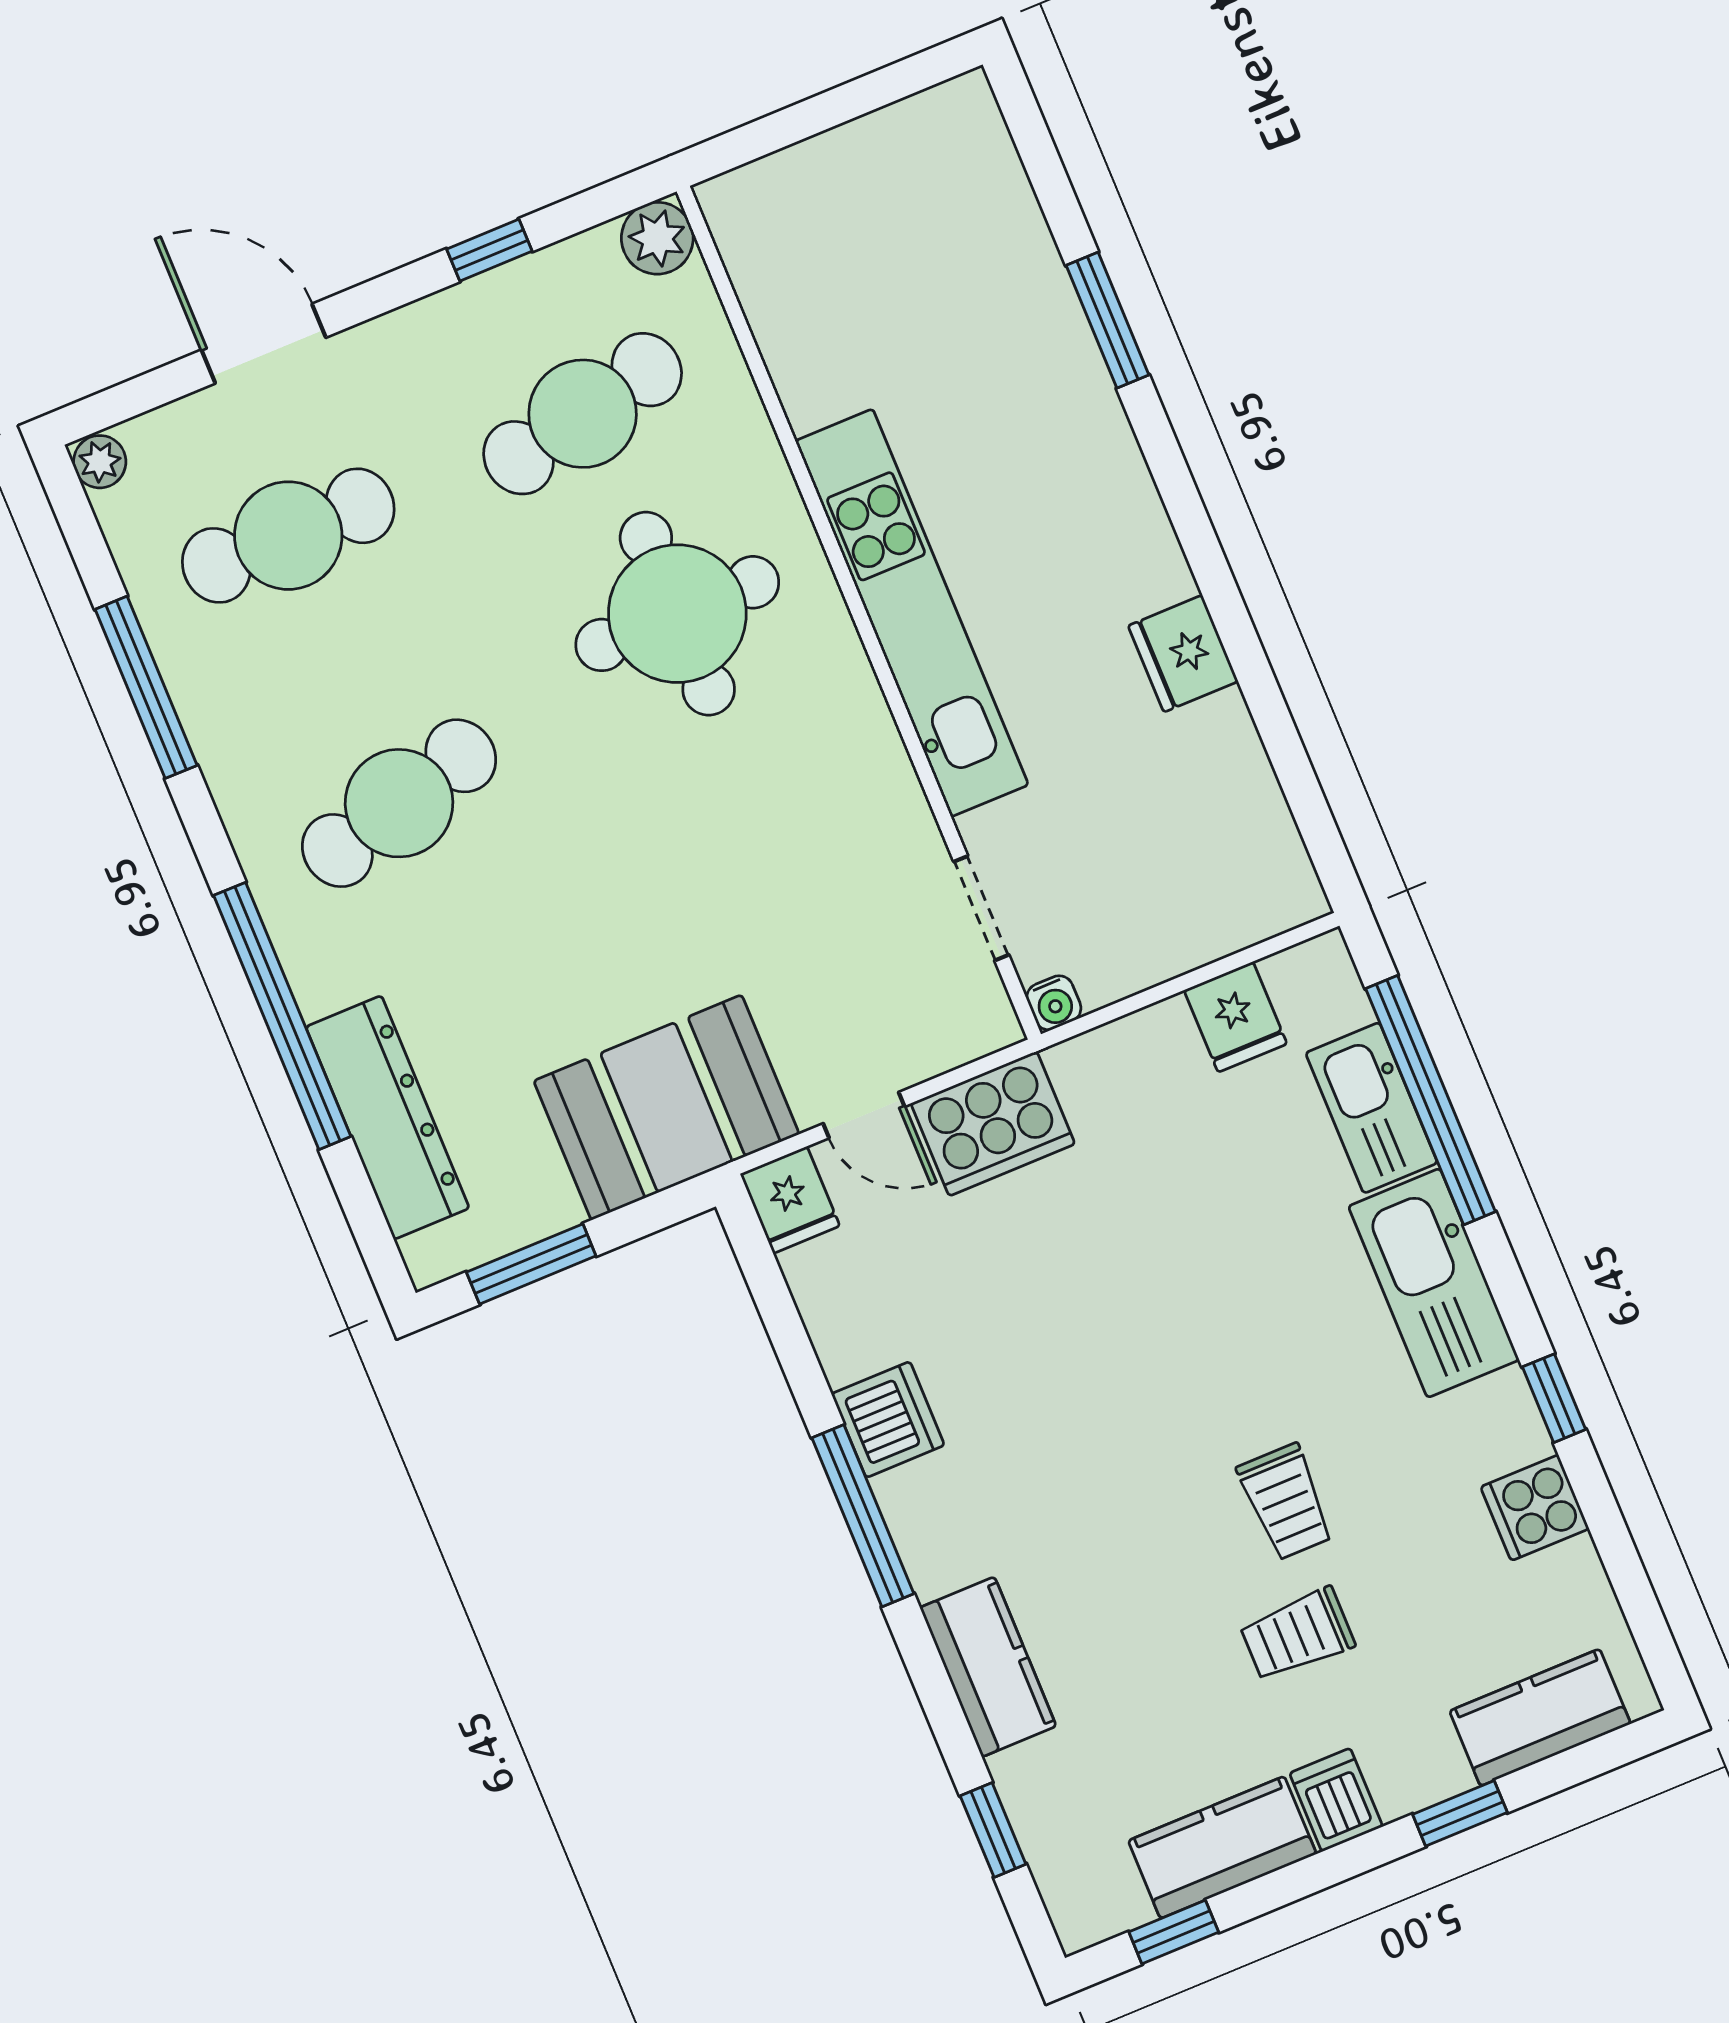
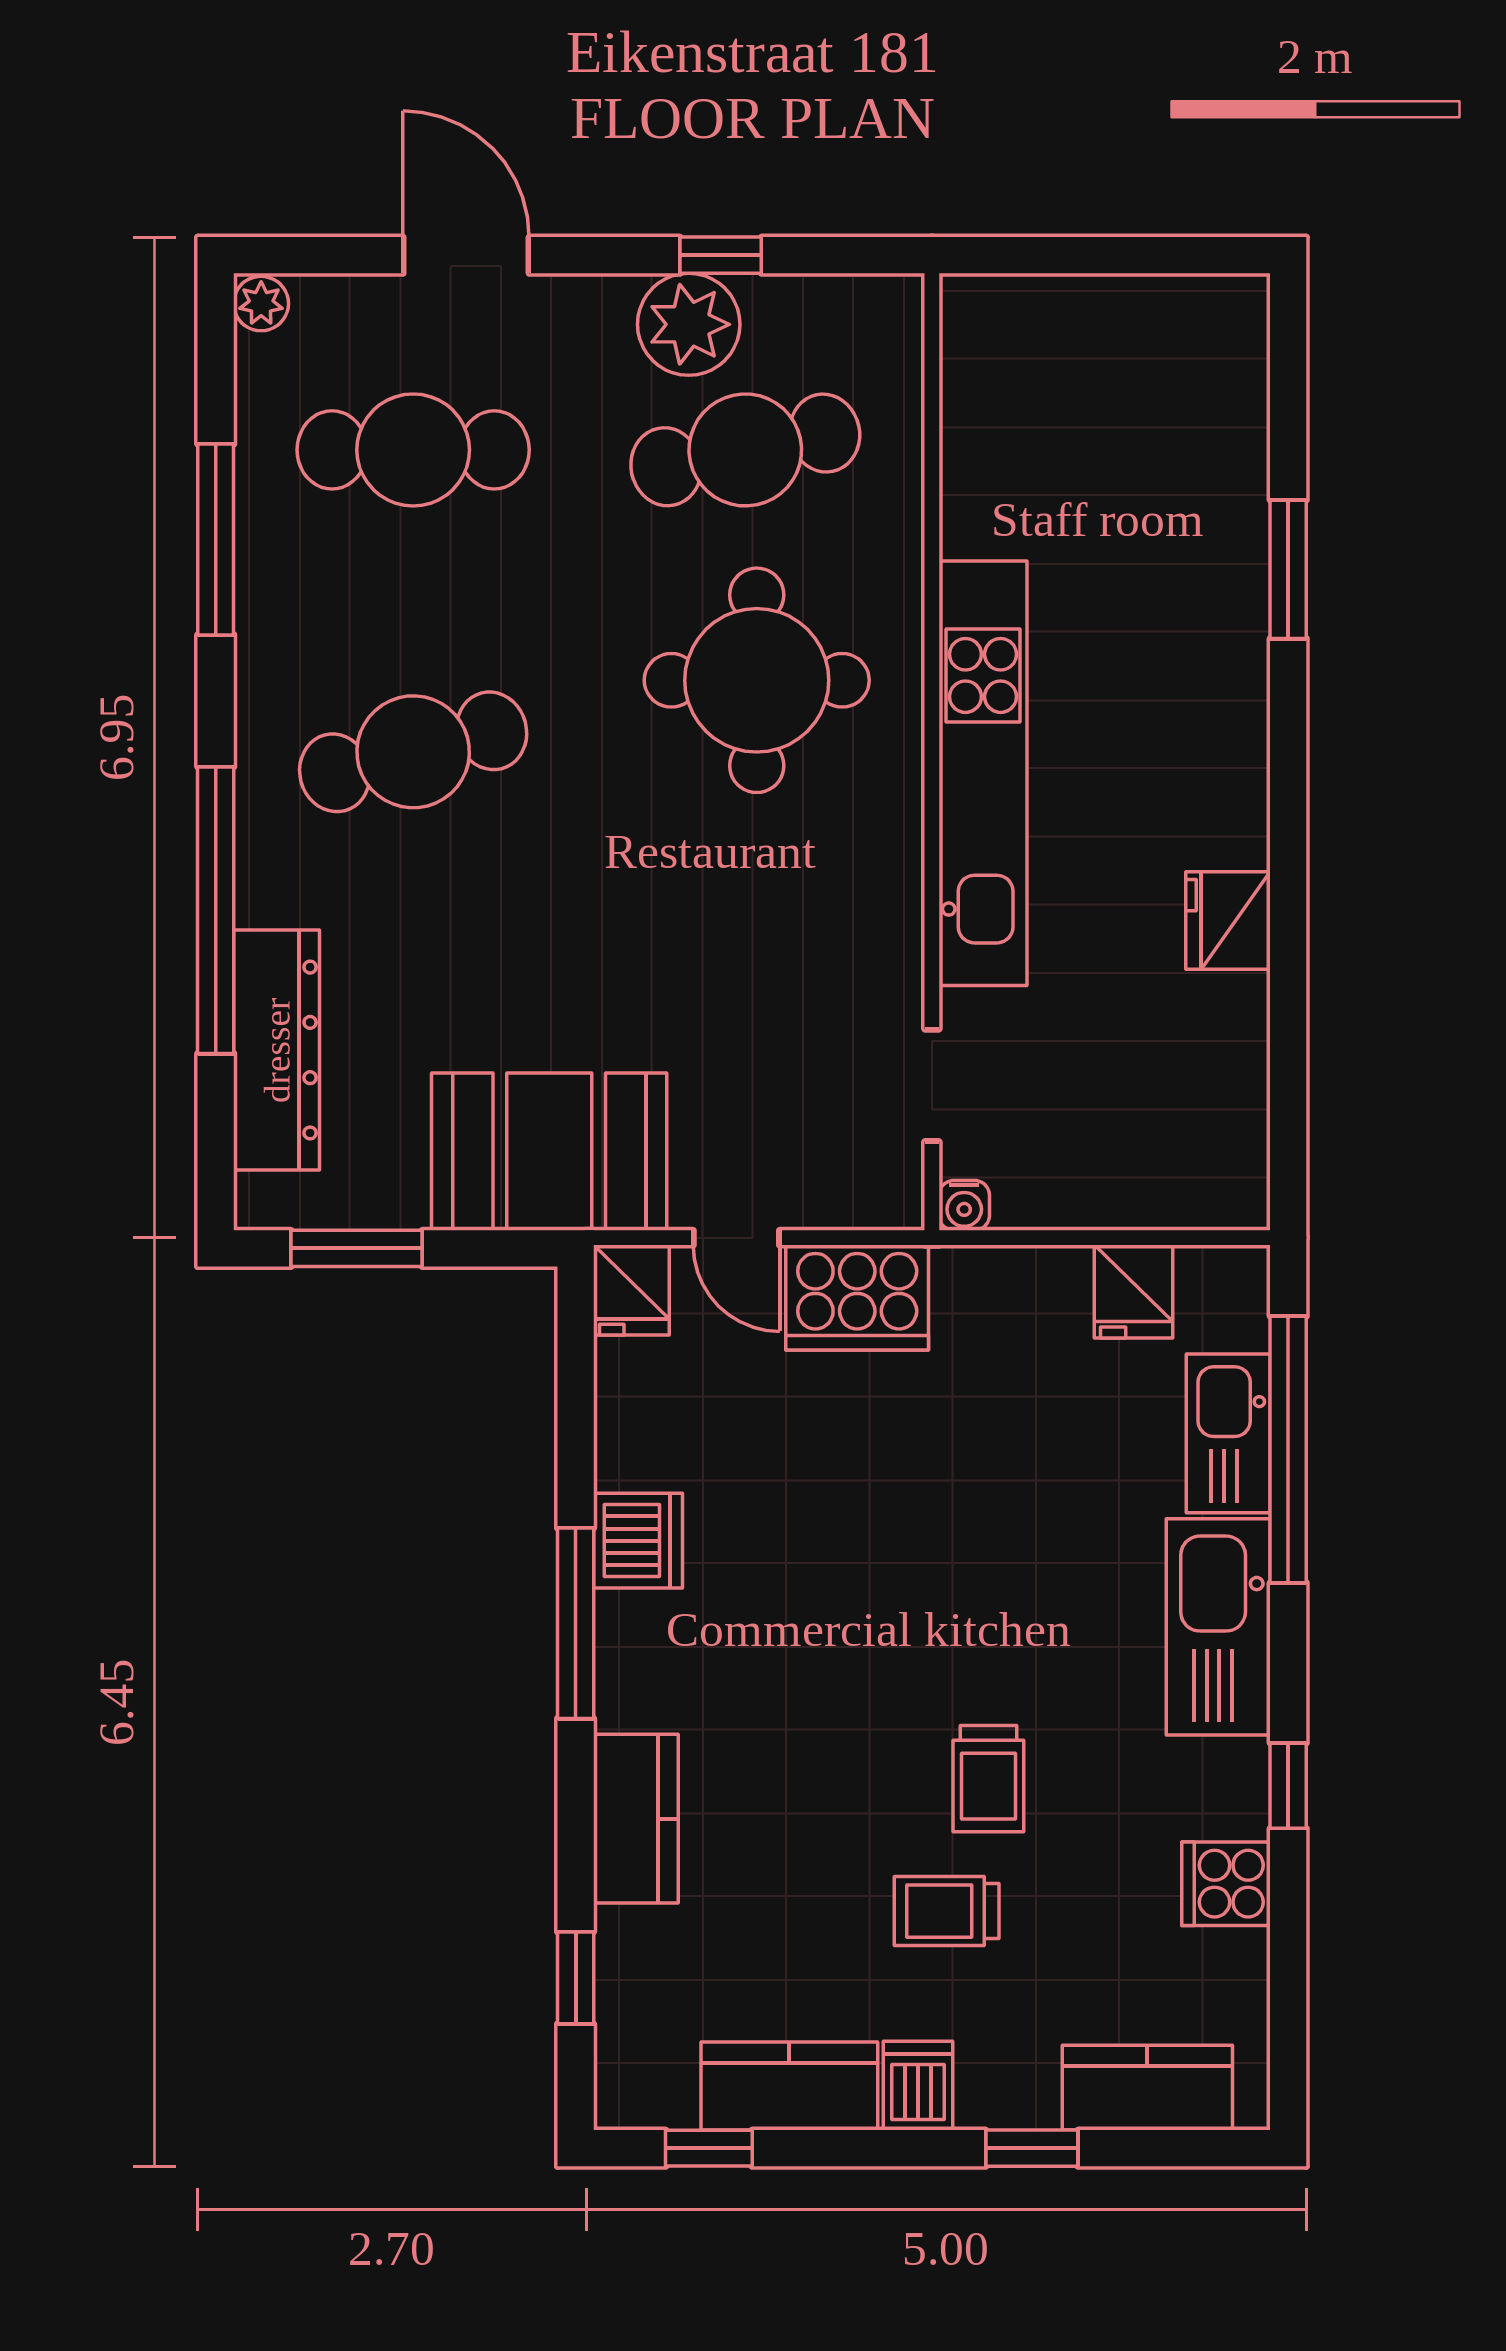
plant: (657, 238) -> (689, 324), moved, width x1.36, depth x1.36

